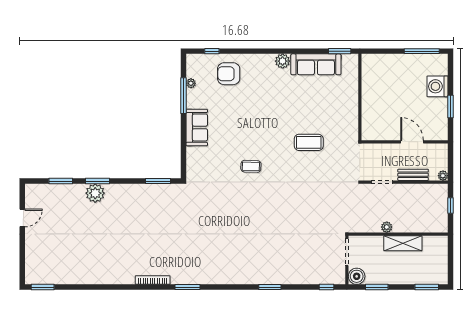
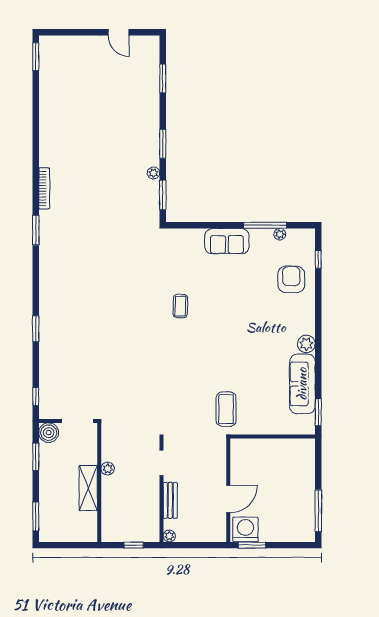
washing machine: (438, 86) -> (245, 530), moved
coffee table: (309, 142) -> (226, 409), moved
wall: (405, 142) -> (228, 490), moved
door: (412, 142) -> (228, 499), moved
window: (97, 181) -> (163, 144), moved
plant: (95, 193) -> (153, 173), moved, width x0.53, depth x0.53

